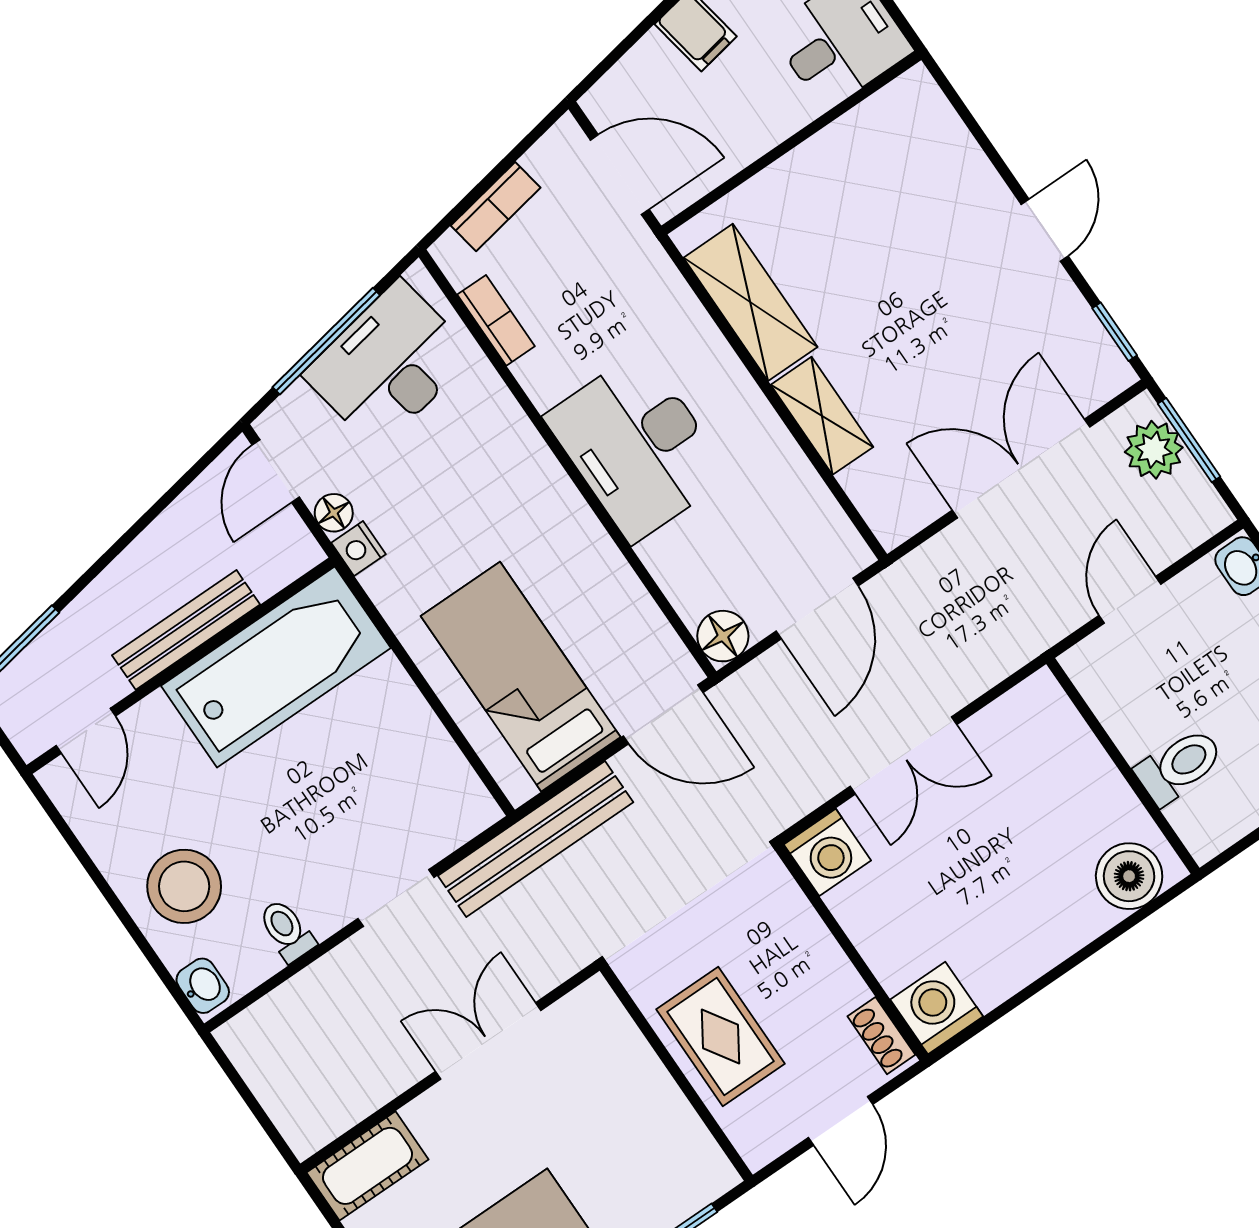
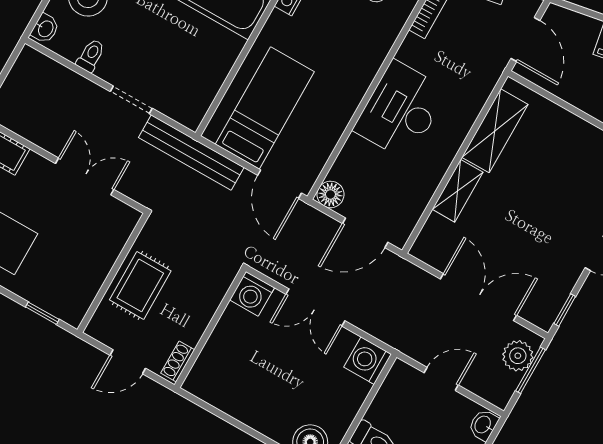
washing machine: (937, 1008) -> (368, 361), moved, turned -90

